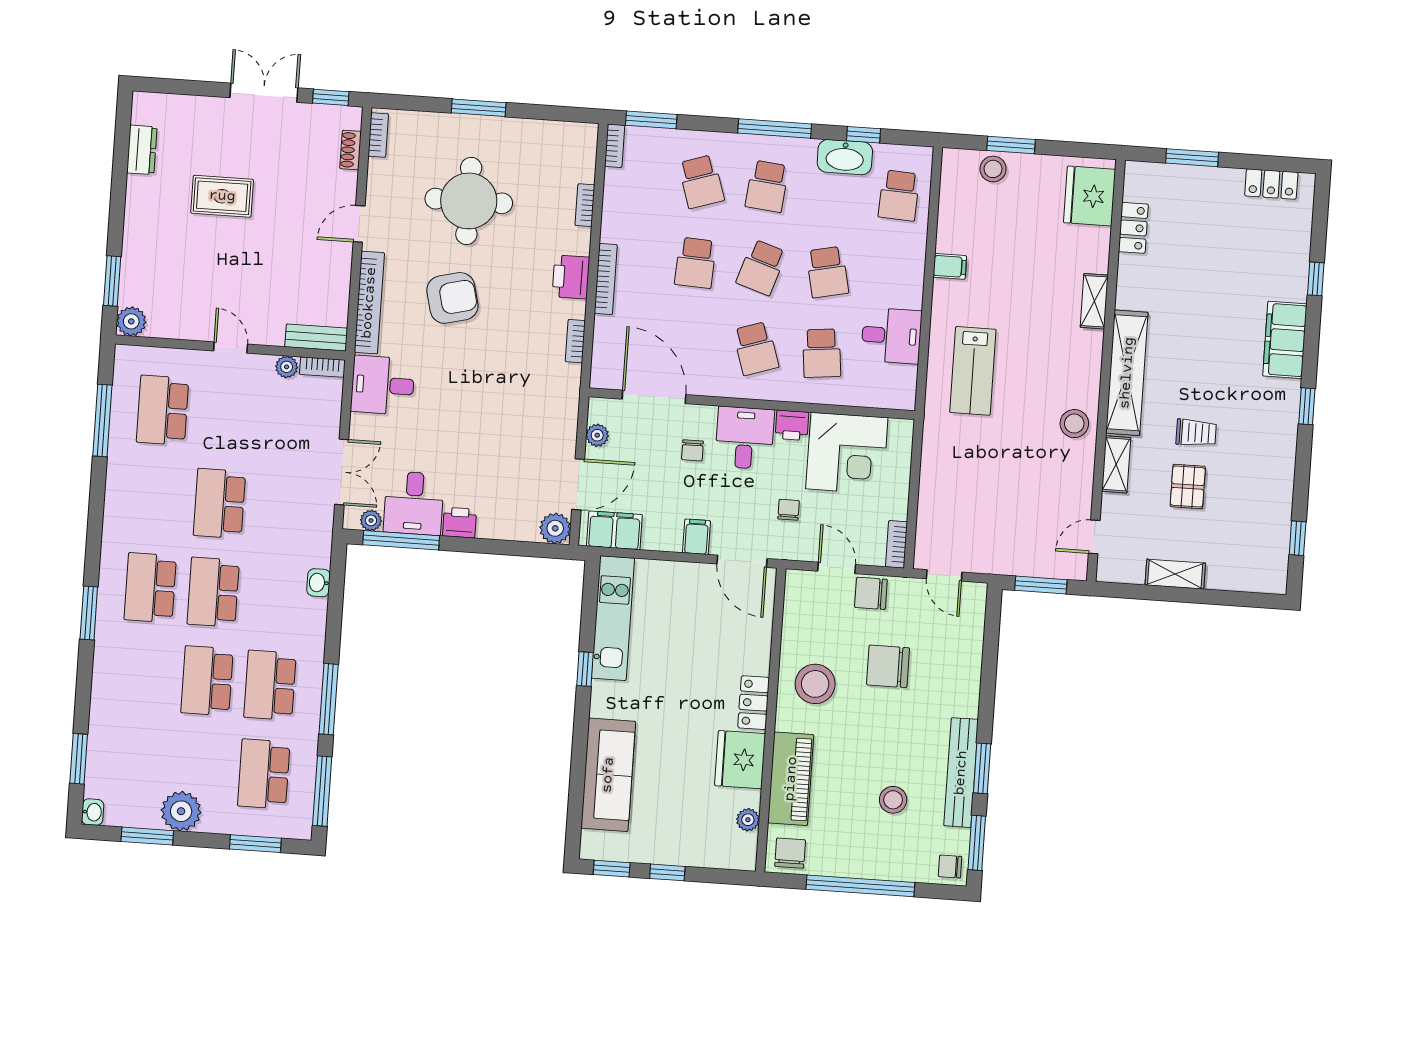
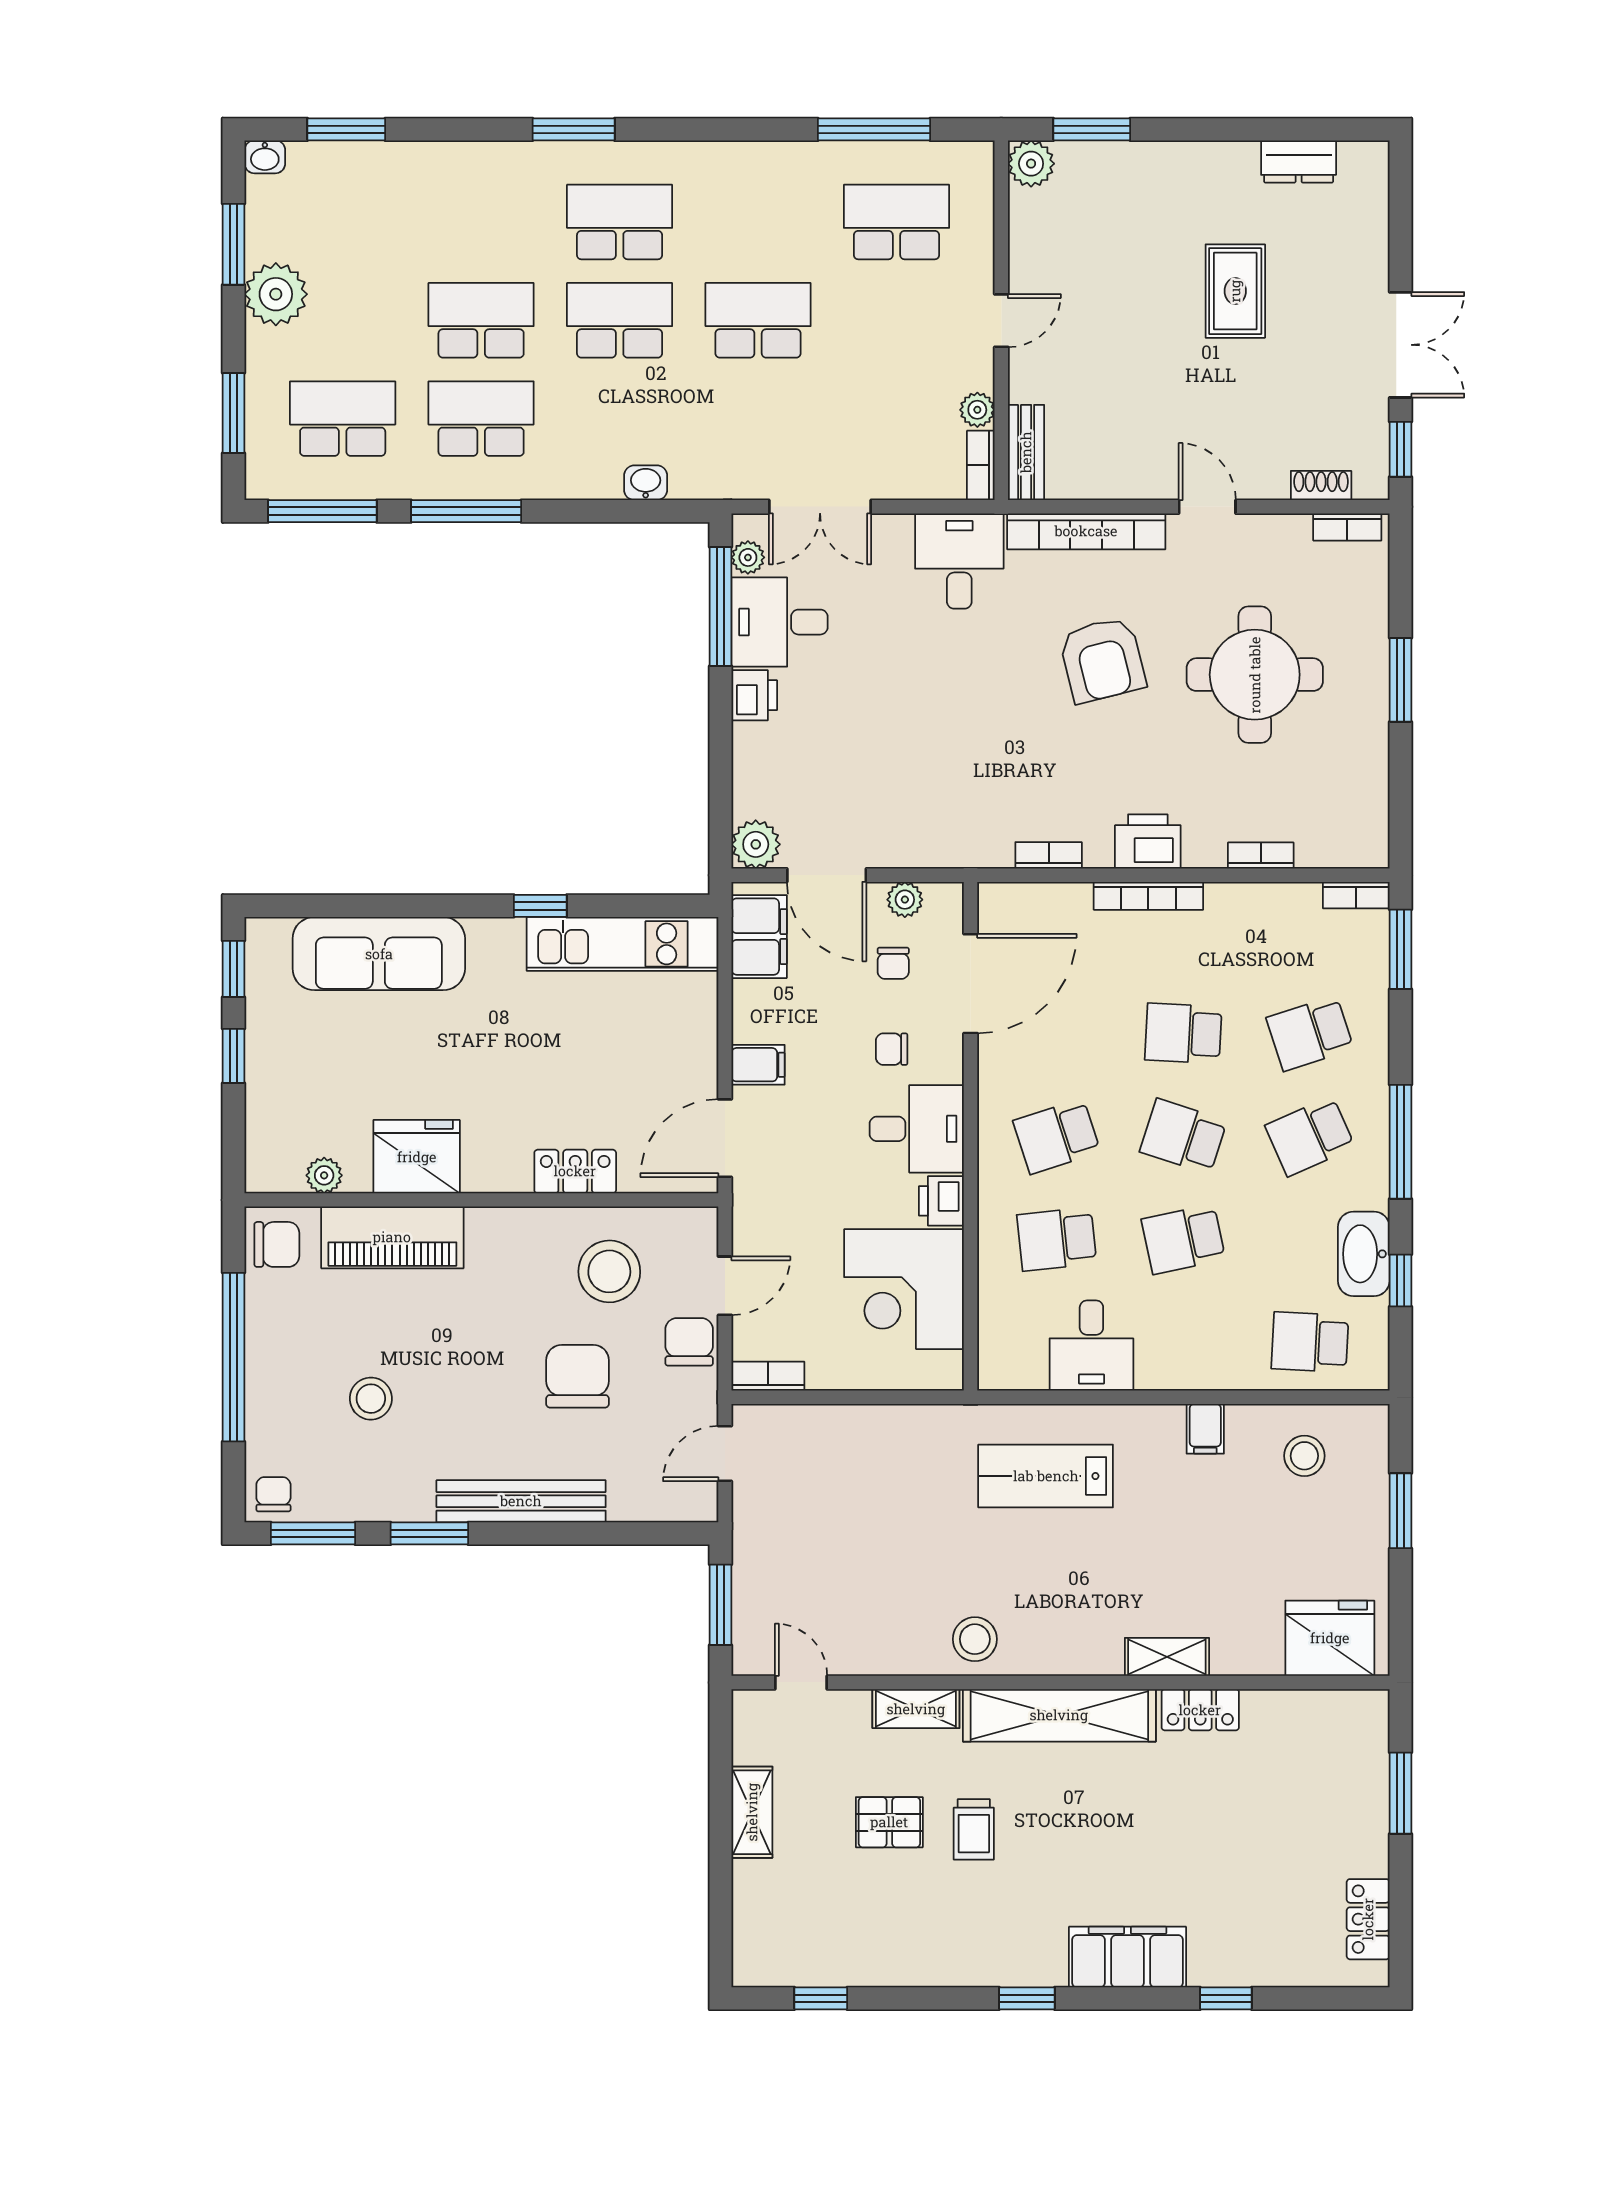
stool: (993, 169) -> (1304, 1456), moved
school desk: (767, 186) -> (1310, 1136), turned -30
locker: (1133, 228) -> (1200, 1710), moved
chair: (789, 510) -> (893, 963), moved, turned 90
stool: (815, 684) -> (609, 1271), moved
locker: (754, 703) -> (575, 1171), moved
bench: (961, 773) -> (521, 1501), moved

